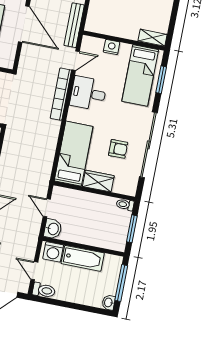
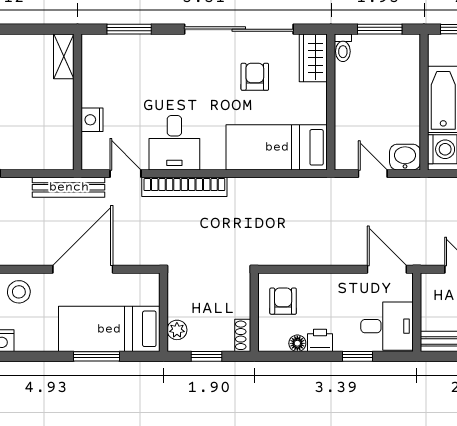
bed: (140, 75) -> (129, 64), removed
wardrobe: (98, 181) -> (313, 58), moved
door: (47, 208) -> (373, 174), swing flipped

